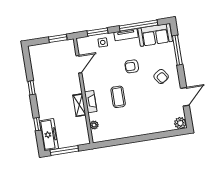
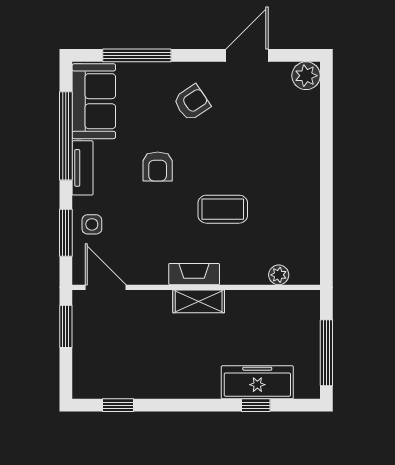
door: (79, 64) -> (106, 287), moved
window: (31, 88) -> (118, 405), moved
door: (185, 97) -> (247, 55), hinge flipped
fireplace: (91, 102) -> (194, 274), moved
shelving: (79, 105) -> (199, 301), moved
freezer: (49, 135) -> (257, 382), moved

